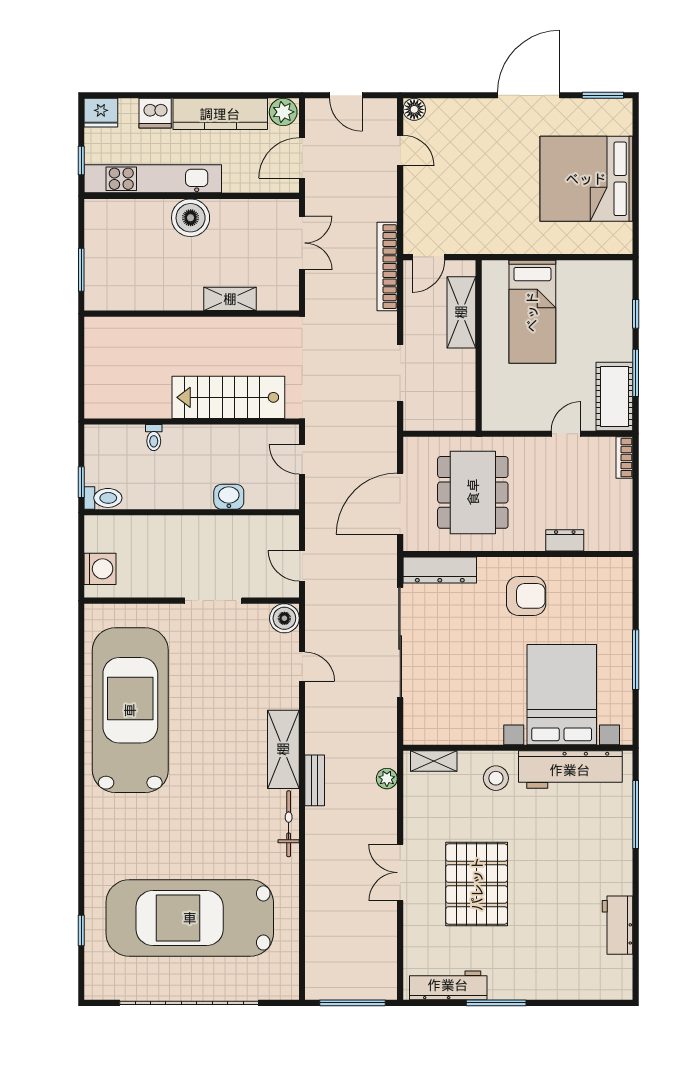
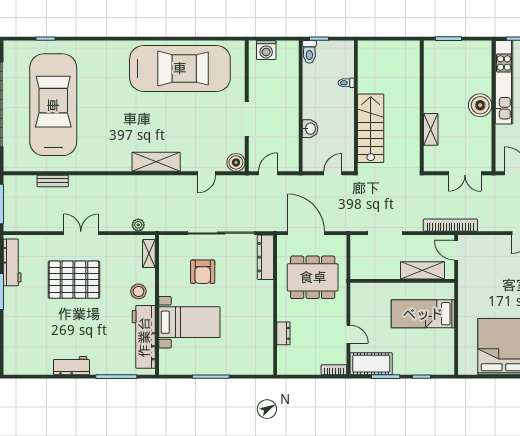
armchair: (526, 596) -> (203, 272), moved
bed with nightstands: (562, 695) -> (189, 322), width x0.73
bench: (315, 780) -> (53, 181), moved
bicycle: (289, 824) -> (111, 165), removed
workbench: (618, 925) -> (72, 366), moved

